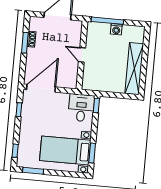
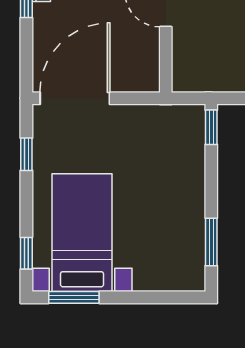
desk: (81, 108) -> (176, 136), removed
bed with nightstands: (65, 150) -> (82, 233), moved, turned 90

